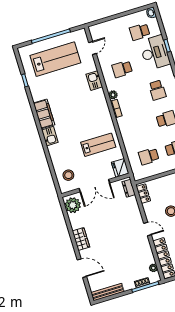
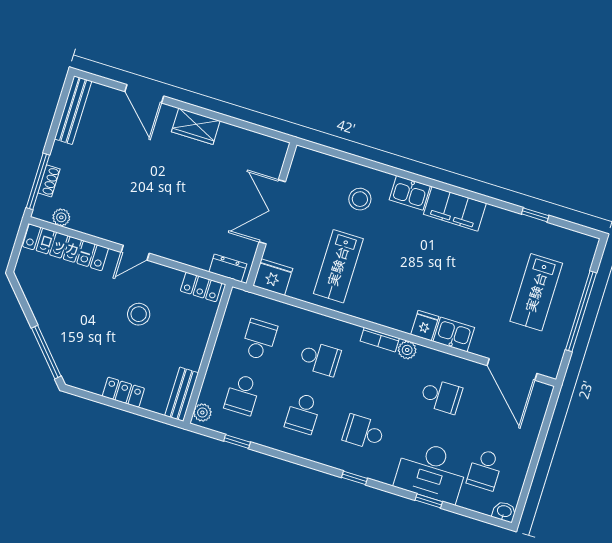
school desk: (140, 32) -> (485, 470), turned 180
door: (93, 48) -> (512, 369), width x1.88
lab bench: (55, 59) -> (536, 292), width x0.73, depth x0.72
school desk: (122, 69) -> (441, 396), turned 90
fridge: (99, 94) -> (425, 326), added
school desk: (140, 127) -> (320, 358), added
stool: (68, 175) -> (360, 199), moved
plant: (73, 205) -> (264, 151), removed
door: (82, 268) -> (144, 94), hinge flipped

